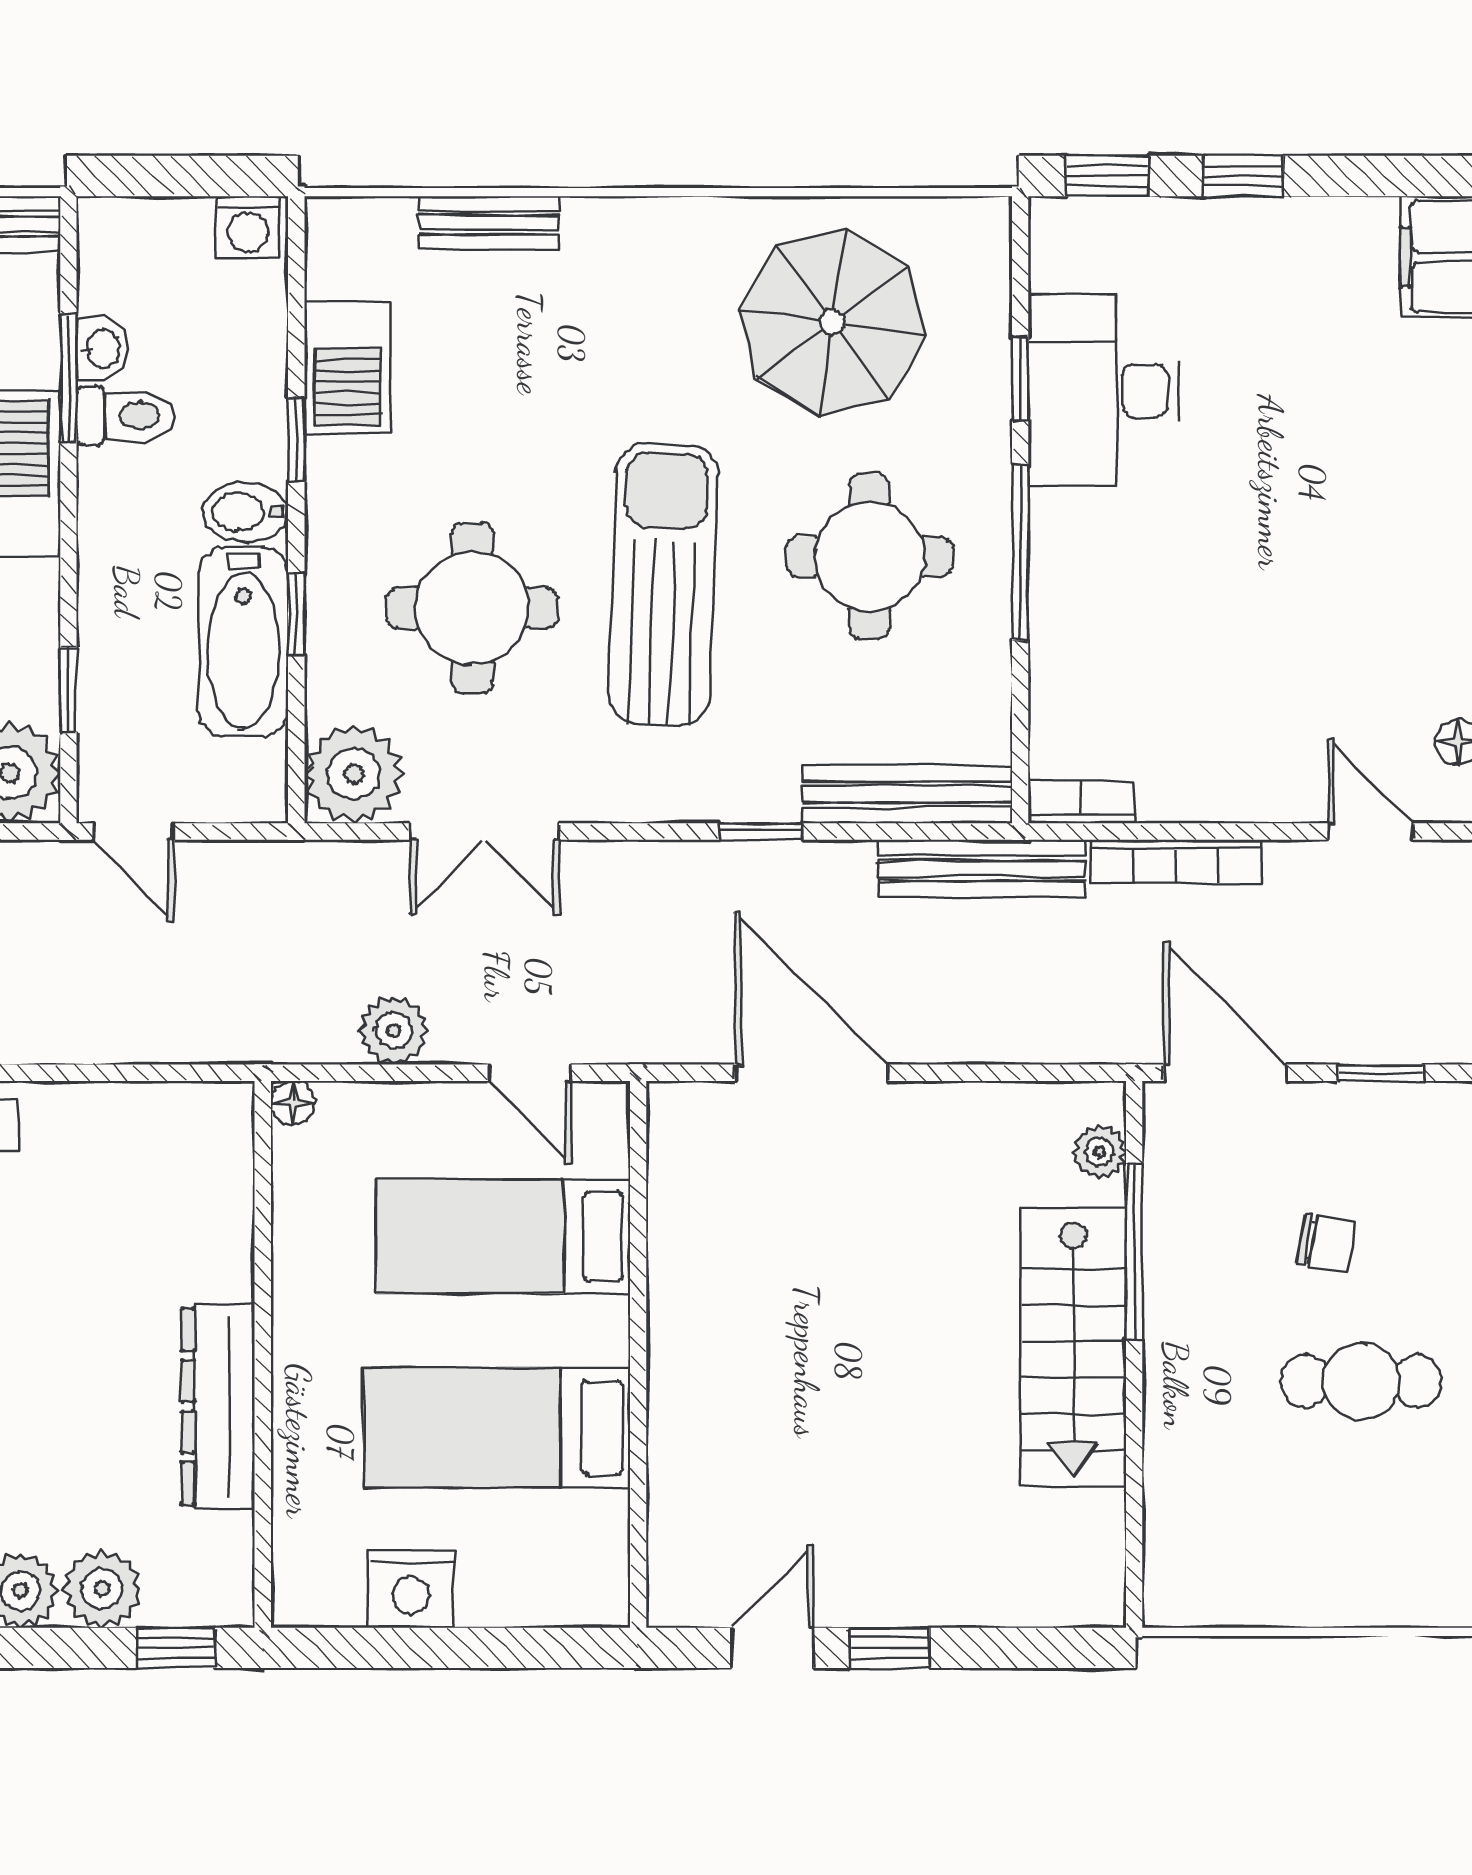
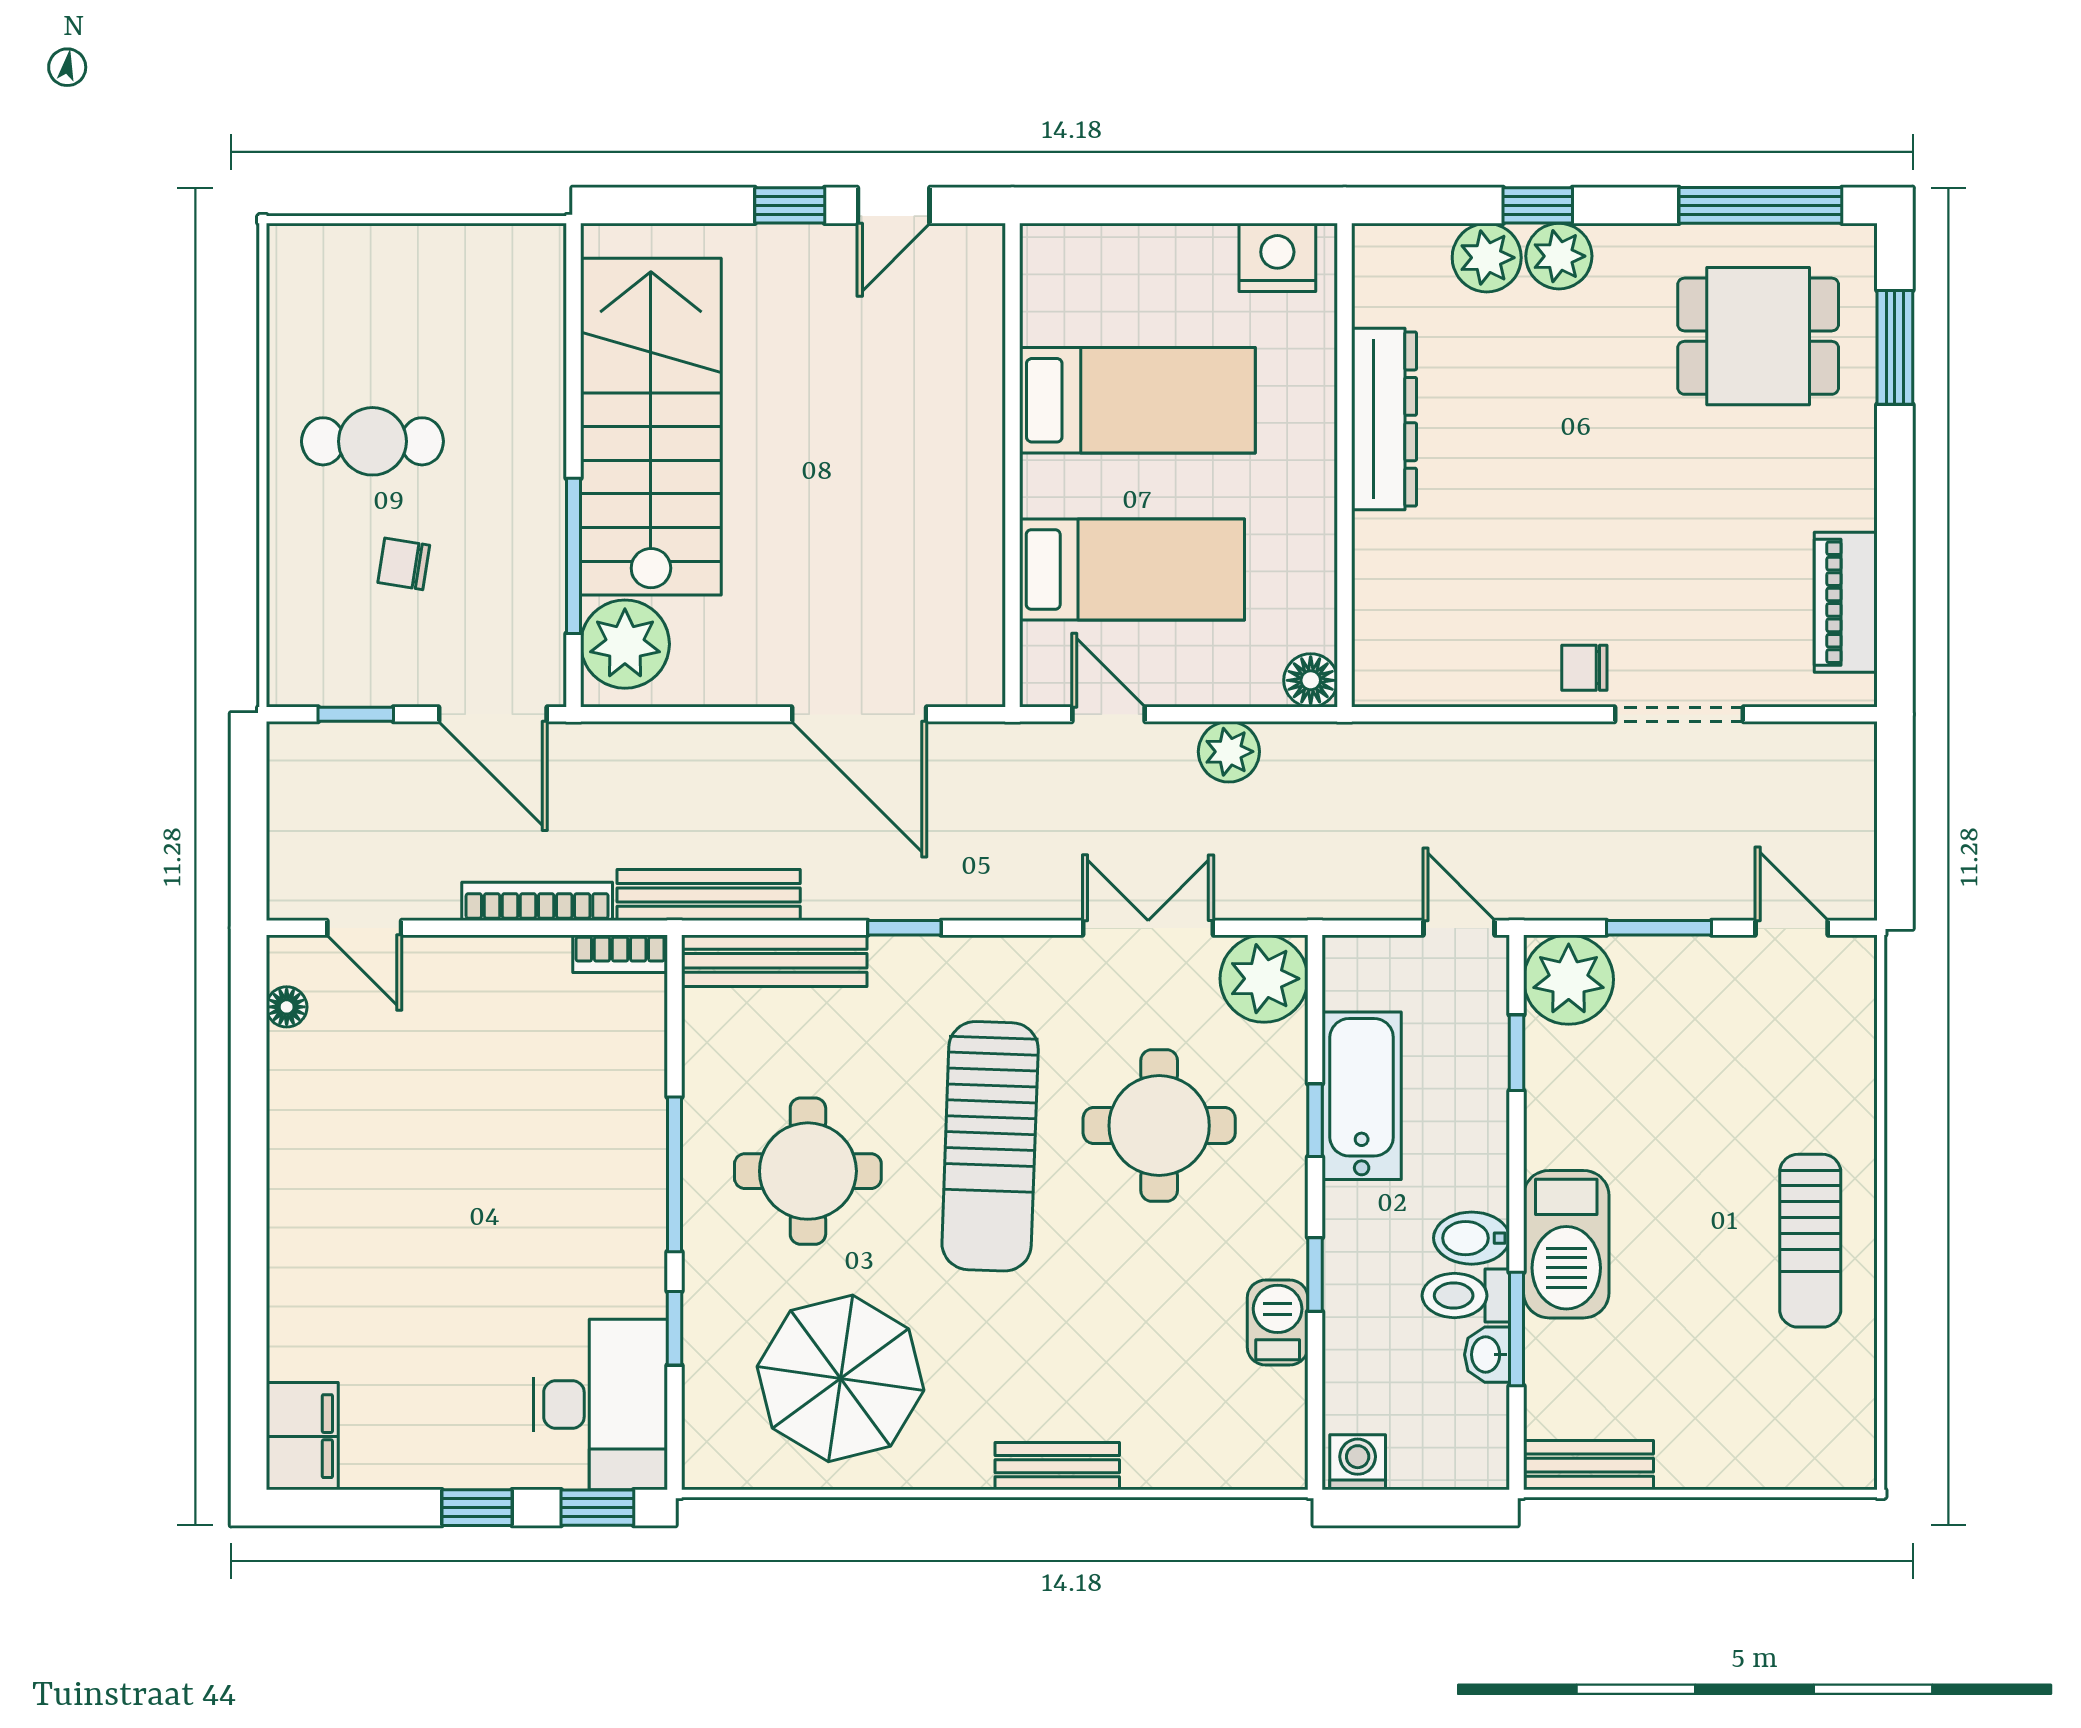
bench: (489, 223) -> (1057, 1466), moved
barbecue: (348, 367) -> (1278, 1322), width x0.73, depth x0.79
desk: (1104, 391) -> (600, 1404), moved
bidet: (245, 512) -> (1472, 1238), moved, turned 180
floor lamp: (293, 1103) -> (1311, 680), width x1.37, depth x1.37
plant: (1099, 1152) -> (625, 644), width x1.87, depth x1.87
stairs: (1073, 1347) -> (651, 427), width x1.36, depth x1.51
nightstand: (411, 1589) -> (1277, 257), moved
window: (176, 1648) -> (1538, 205), moved

